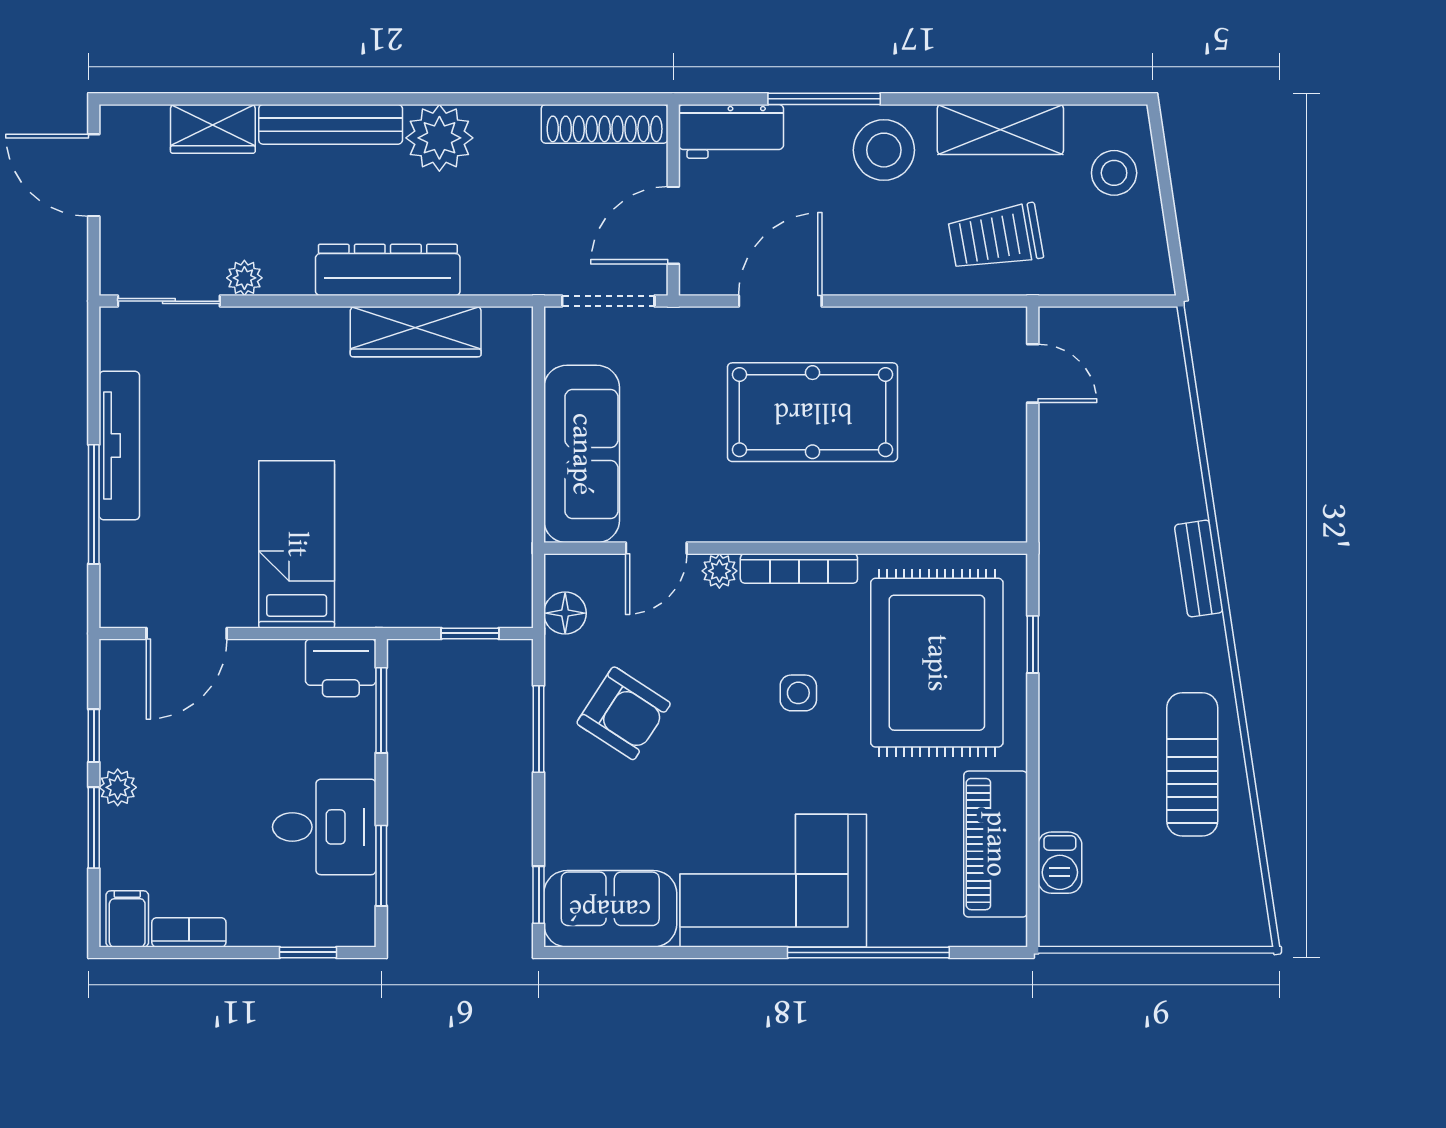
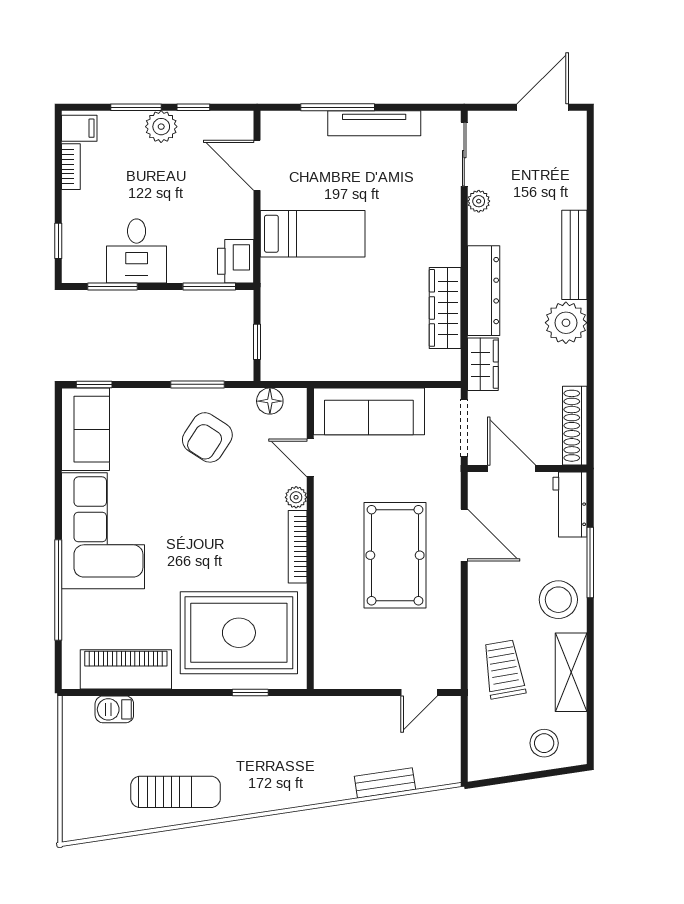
wardrobe: (213, 129) -> (483, 364), moved, turned 180
bench: (1199, 569) -> (385, 783), moved
side table: (798, 693) -> (220, 546), removed
plant: (118, 787) -> (161, 127), width x1.38, depth x1.38

